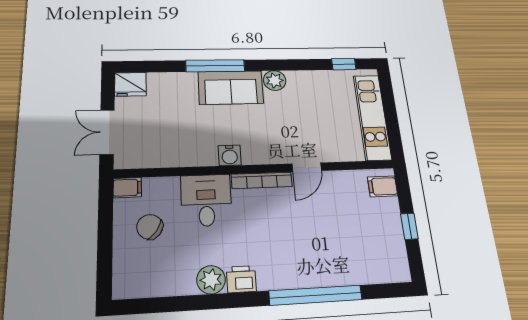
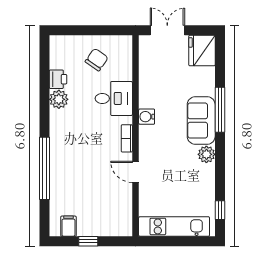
fridge: (130, 84) -> (202, 50), width x1.36, depth x1.34
bookcase: (262, 180) -> (127, 138), width x0.64
filing cabinet: (383, 186) -> (68, 226), moved
filing cabinet: (127, 188) -> (125, 45), removed
printer: (241, 279) -> (58, 79), moved

